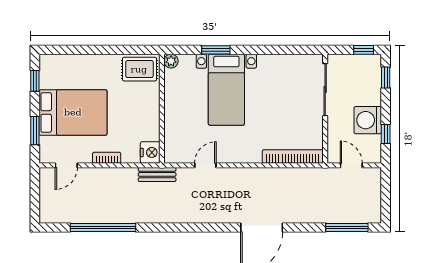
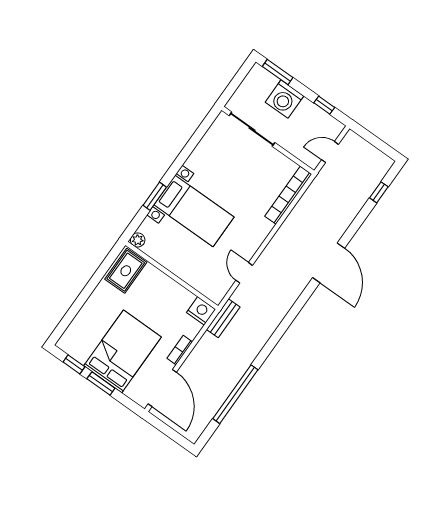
window: (364, 50) -> (242, 74), removed
window: (386, 78) -> (278, 72), width x1.50
washing machine: (368, 120) -> (284, 99), moved
window: (35, 131) -> (101, 383), moved
door: (66, 165) -> (162, 388), width x1.88
window: (347, 227) -> (379, 192), width x0.46

